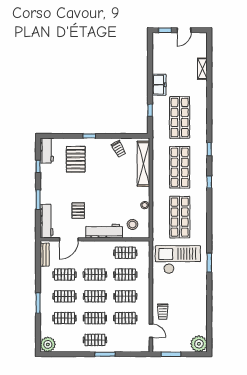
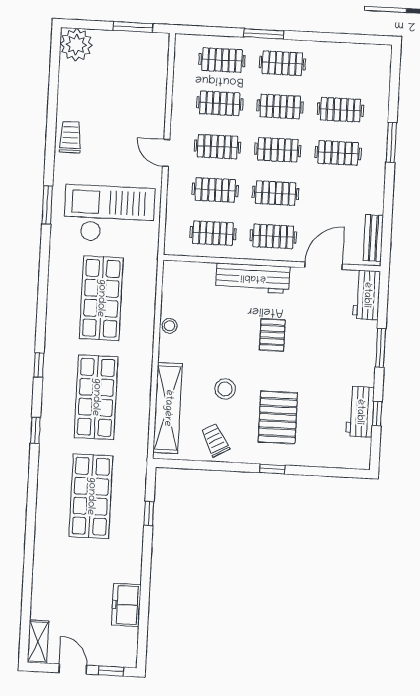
door: (184, 30) -> (73, 669), hinge flipped
shelving: (202, 69) -> (38, 642), moved
freezer: (159, 85) -> (126, 605), moved
workbench: (47, 151) -> (360, 412), moved
pallet: (76, 159) -> (278, 417), moved
pallet: (78, 211) -> (272, 335), moved
workbench: (47, 221) -> (367, 295), width x0.73
stool: (133, 225) -> (225, 389), moved
checkout: (178, 260) -> (109, 214), turned 180
clothes rail: (65, 275) -> (273, 236), moved
trolley: (163, 312) -> (70, 137), moved
door: (151, 331) -> (166, 153), moved
clothes rail: (125, 340) -> (222, 60), added
plant: (48, 344) -> (376, 59), removed

